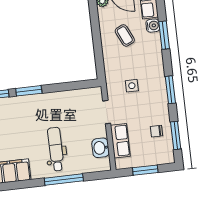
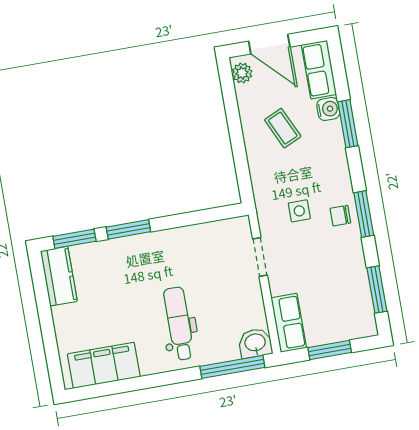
chair: (156, 131) -> (340, 216), moved
row of seats: (120, 141) -> (289, 323), moved
washbasin: (101, 148) -> (255, 343), moved, turned 90
window: (64, 180) -> (232, 367), moved

